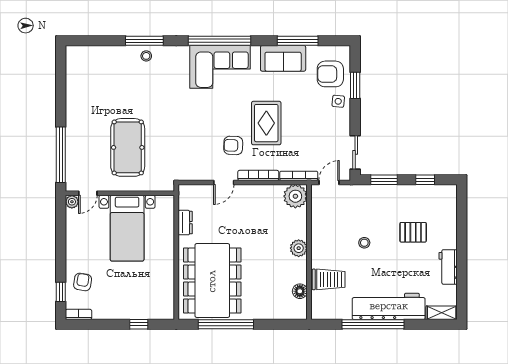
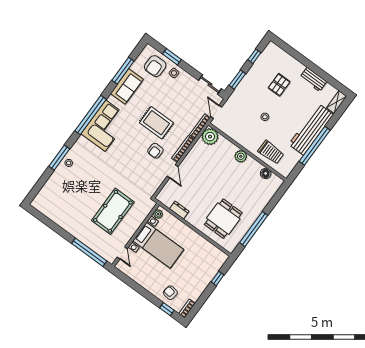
pool table: (128, 147) -> (113, 211), turned 90
plant: (72, 202) -> (158, 214), moved
trolley: (329, 279) -> (271, 152), turned 90
dining table: (212, 281) -> (223, 219), width x0.53, depth x0.80

